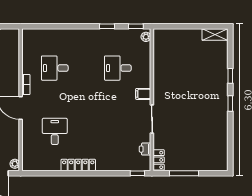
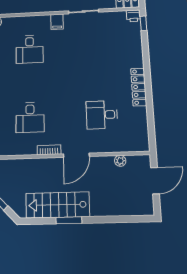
printer: (145, 149) -> (133, 16), moved
plant: (15, 164) -> (120, 161), moved

